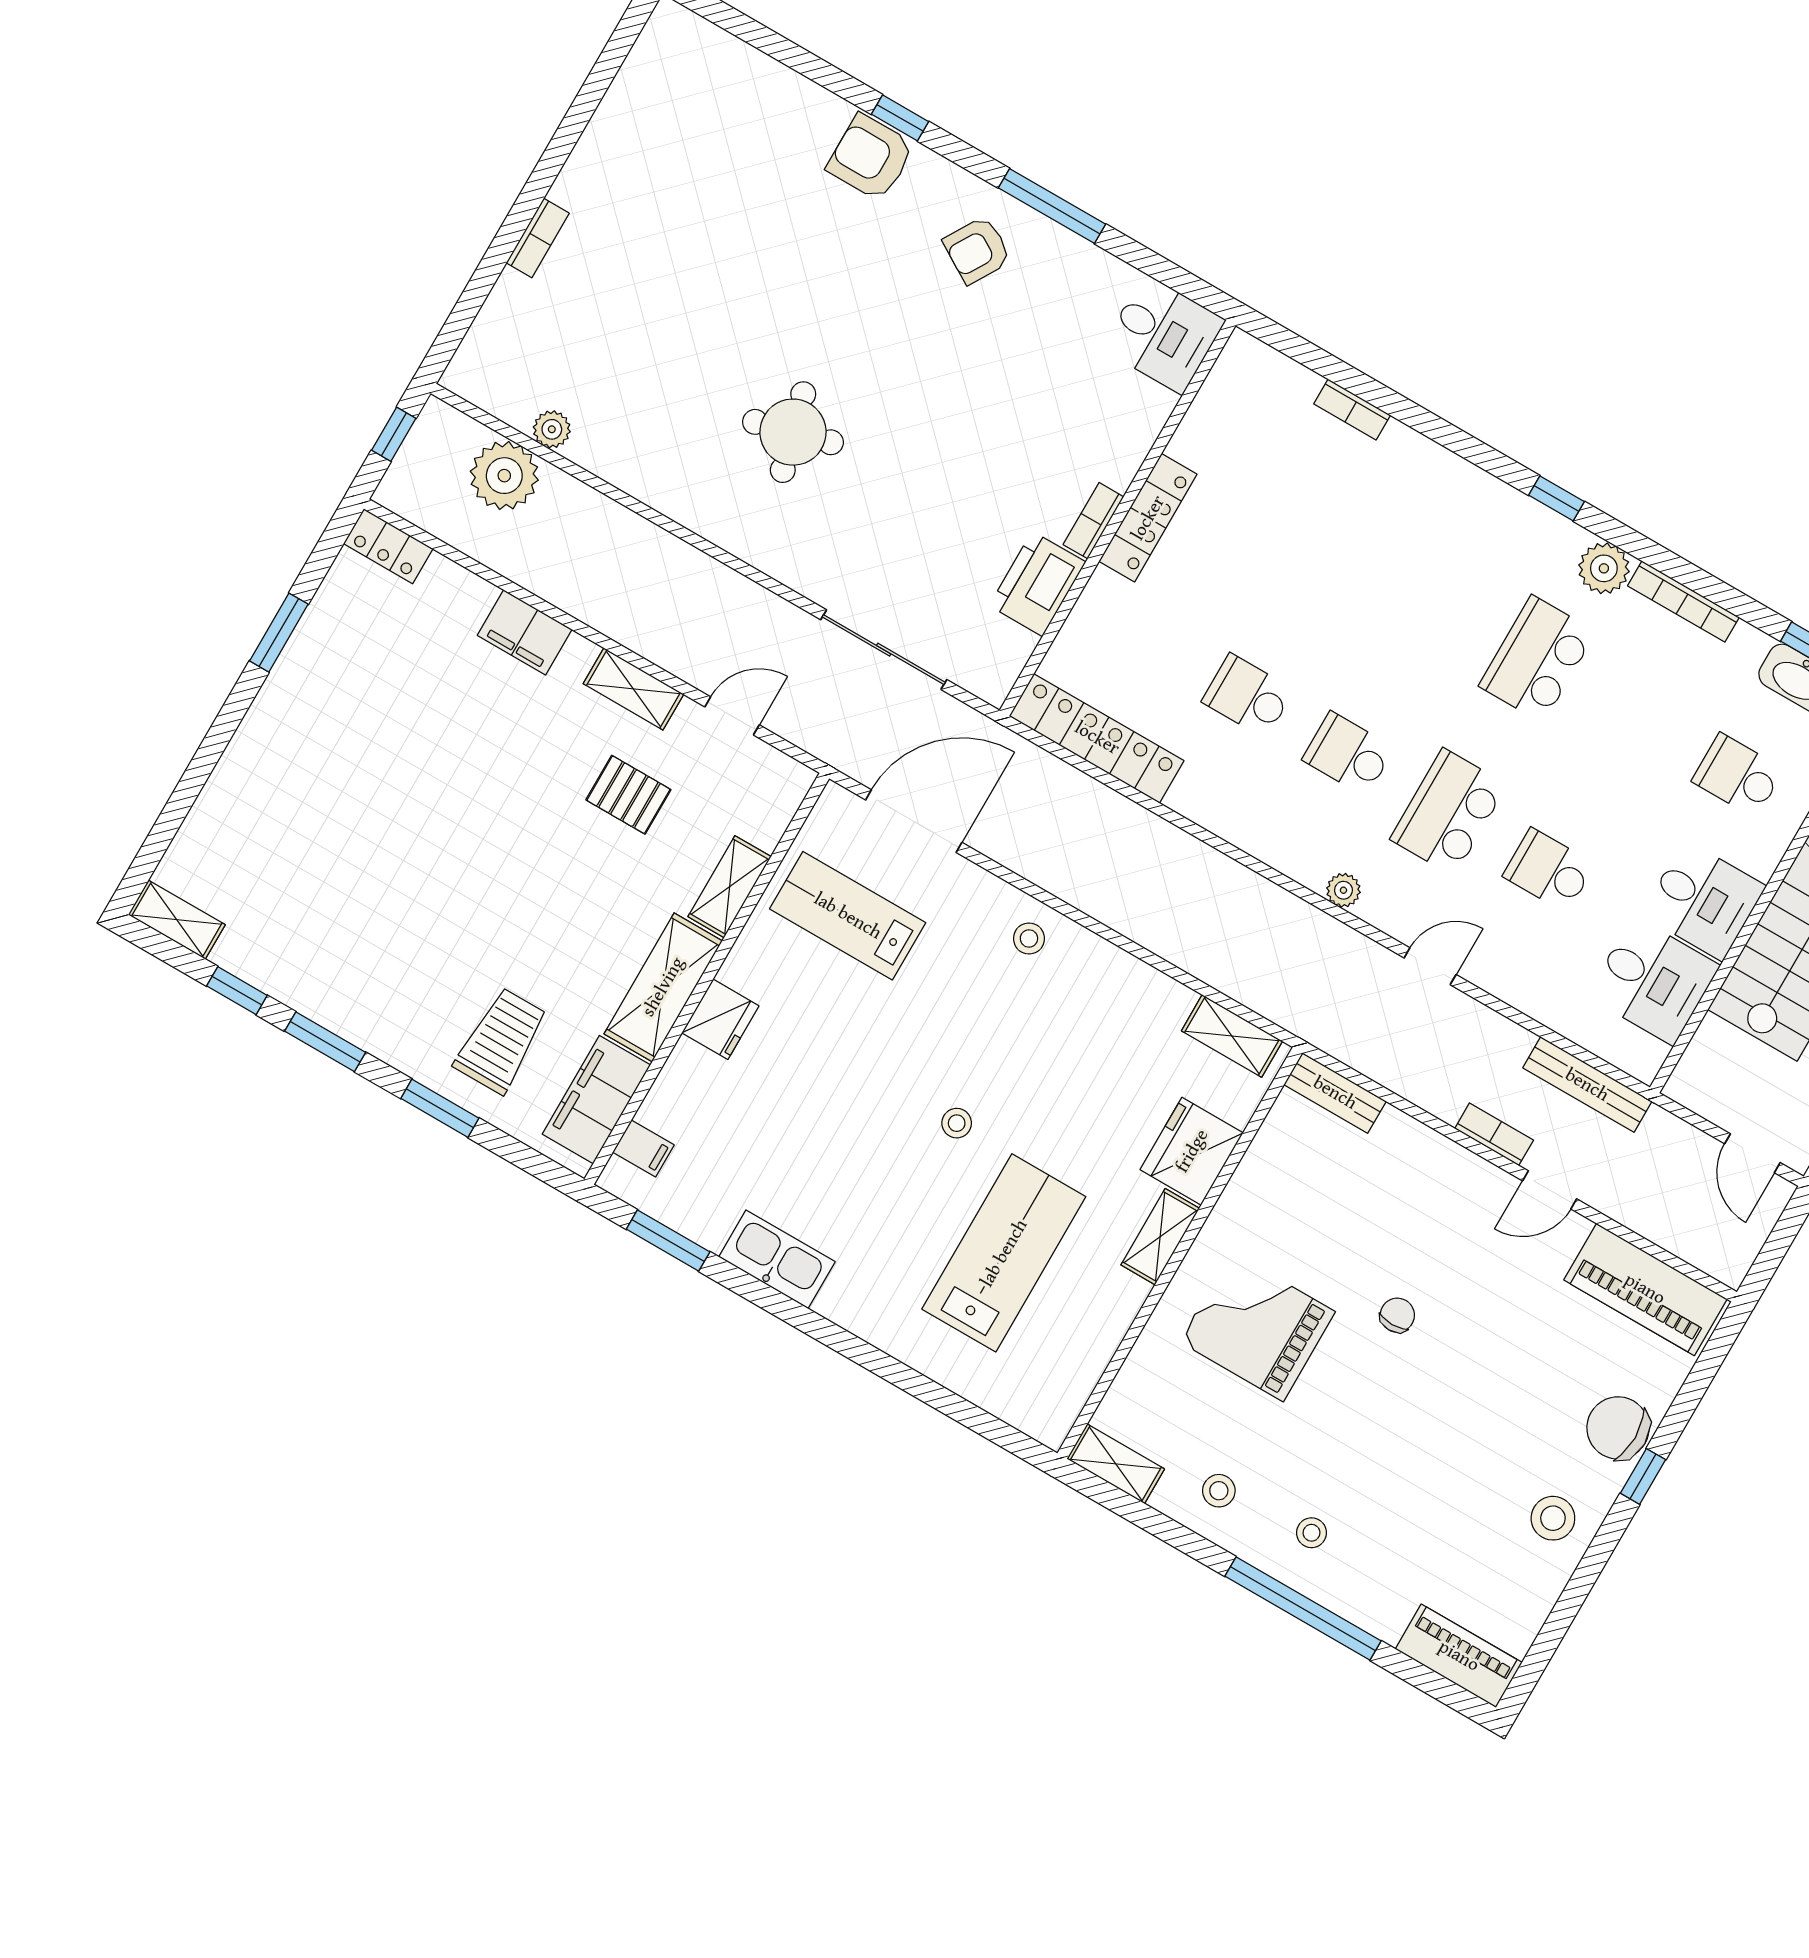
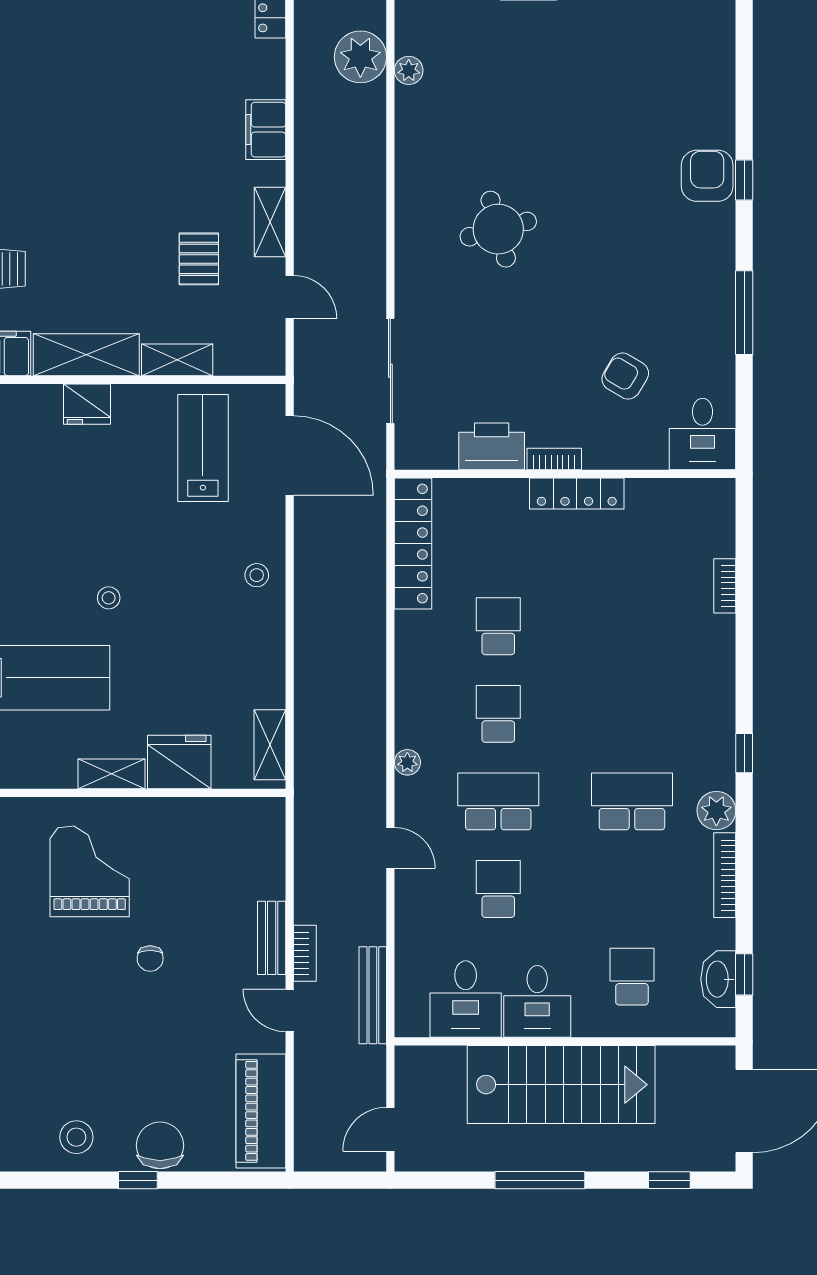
armchair: (977, 250) -> (625, 376), moved
bench: (1335, 1093) -> (272, 938), moved
chair: (1397, 1315) -> (150, 959), turned 90

